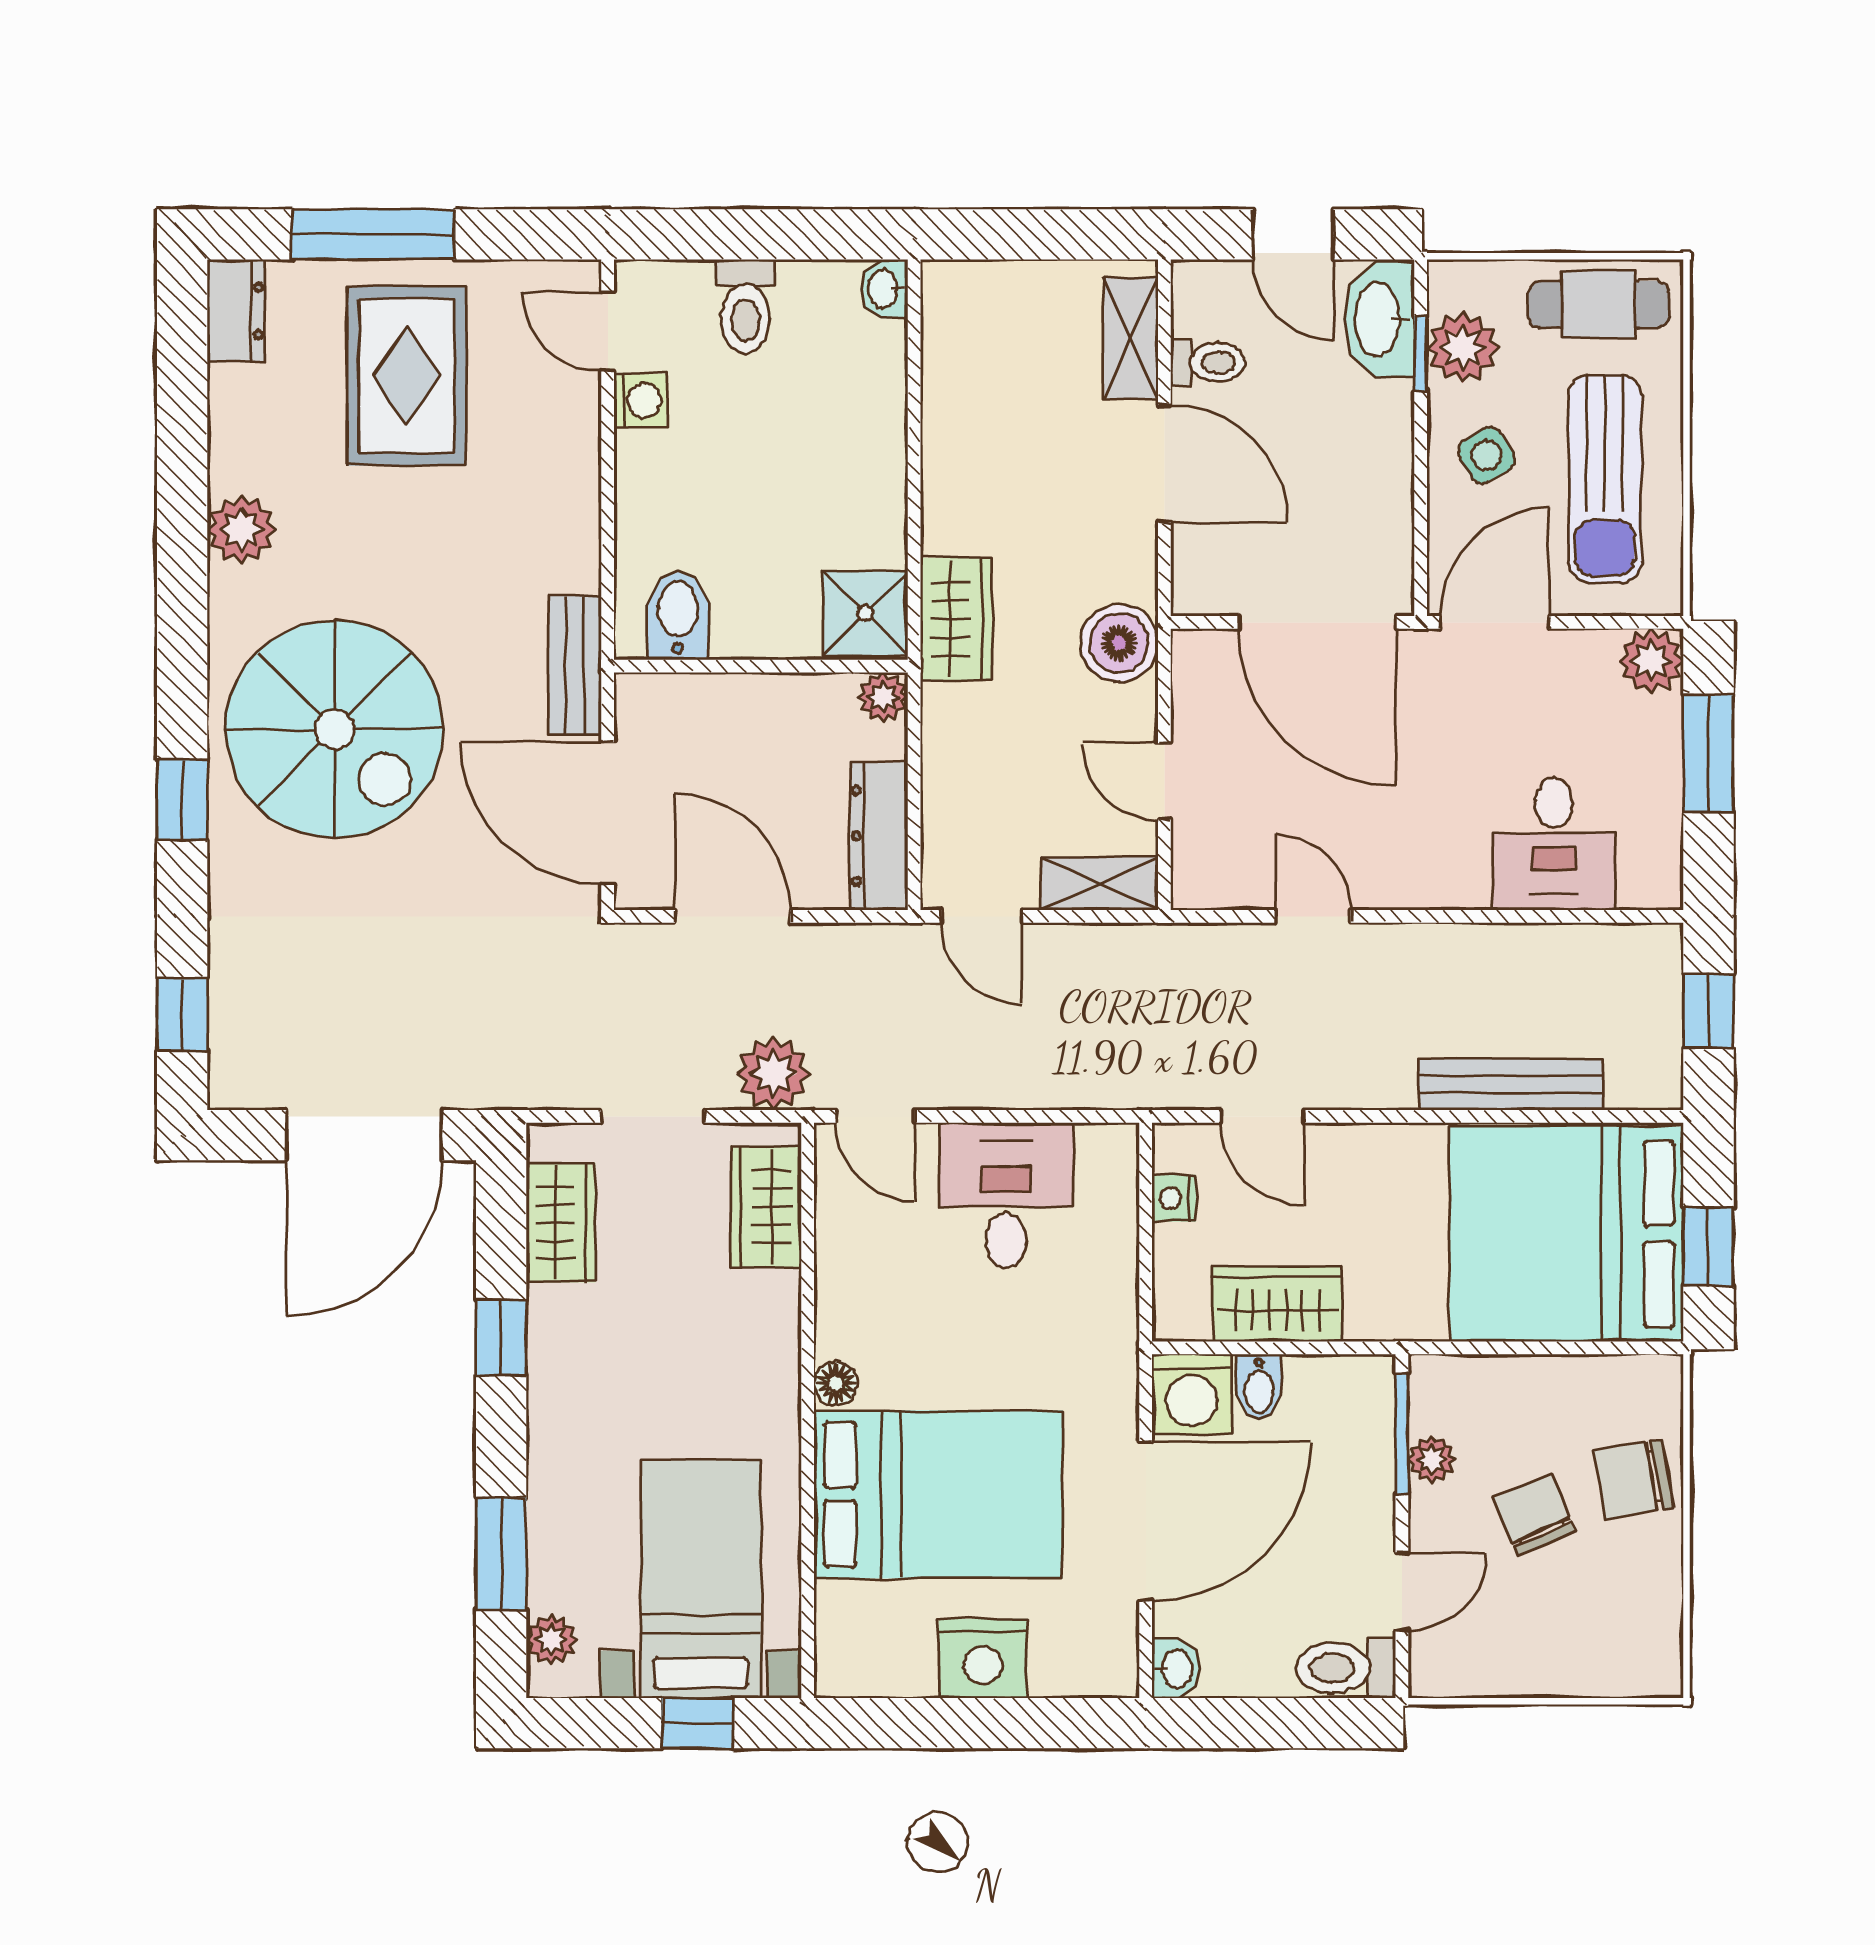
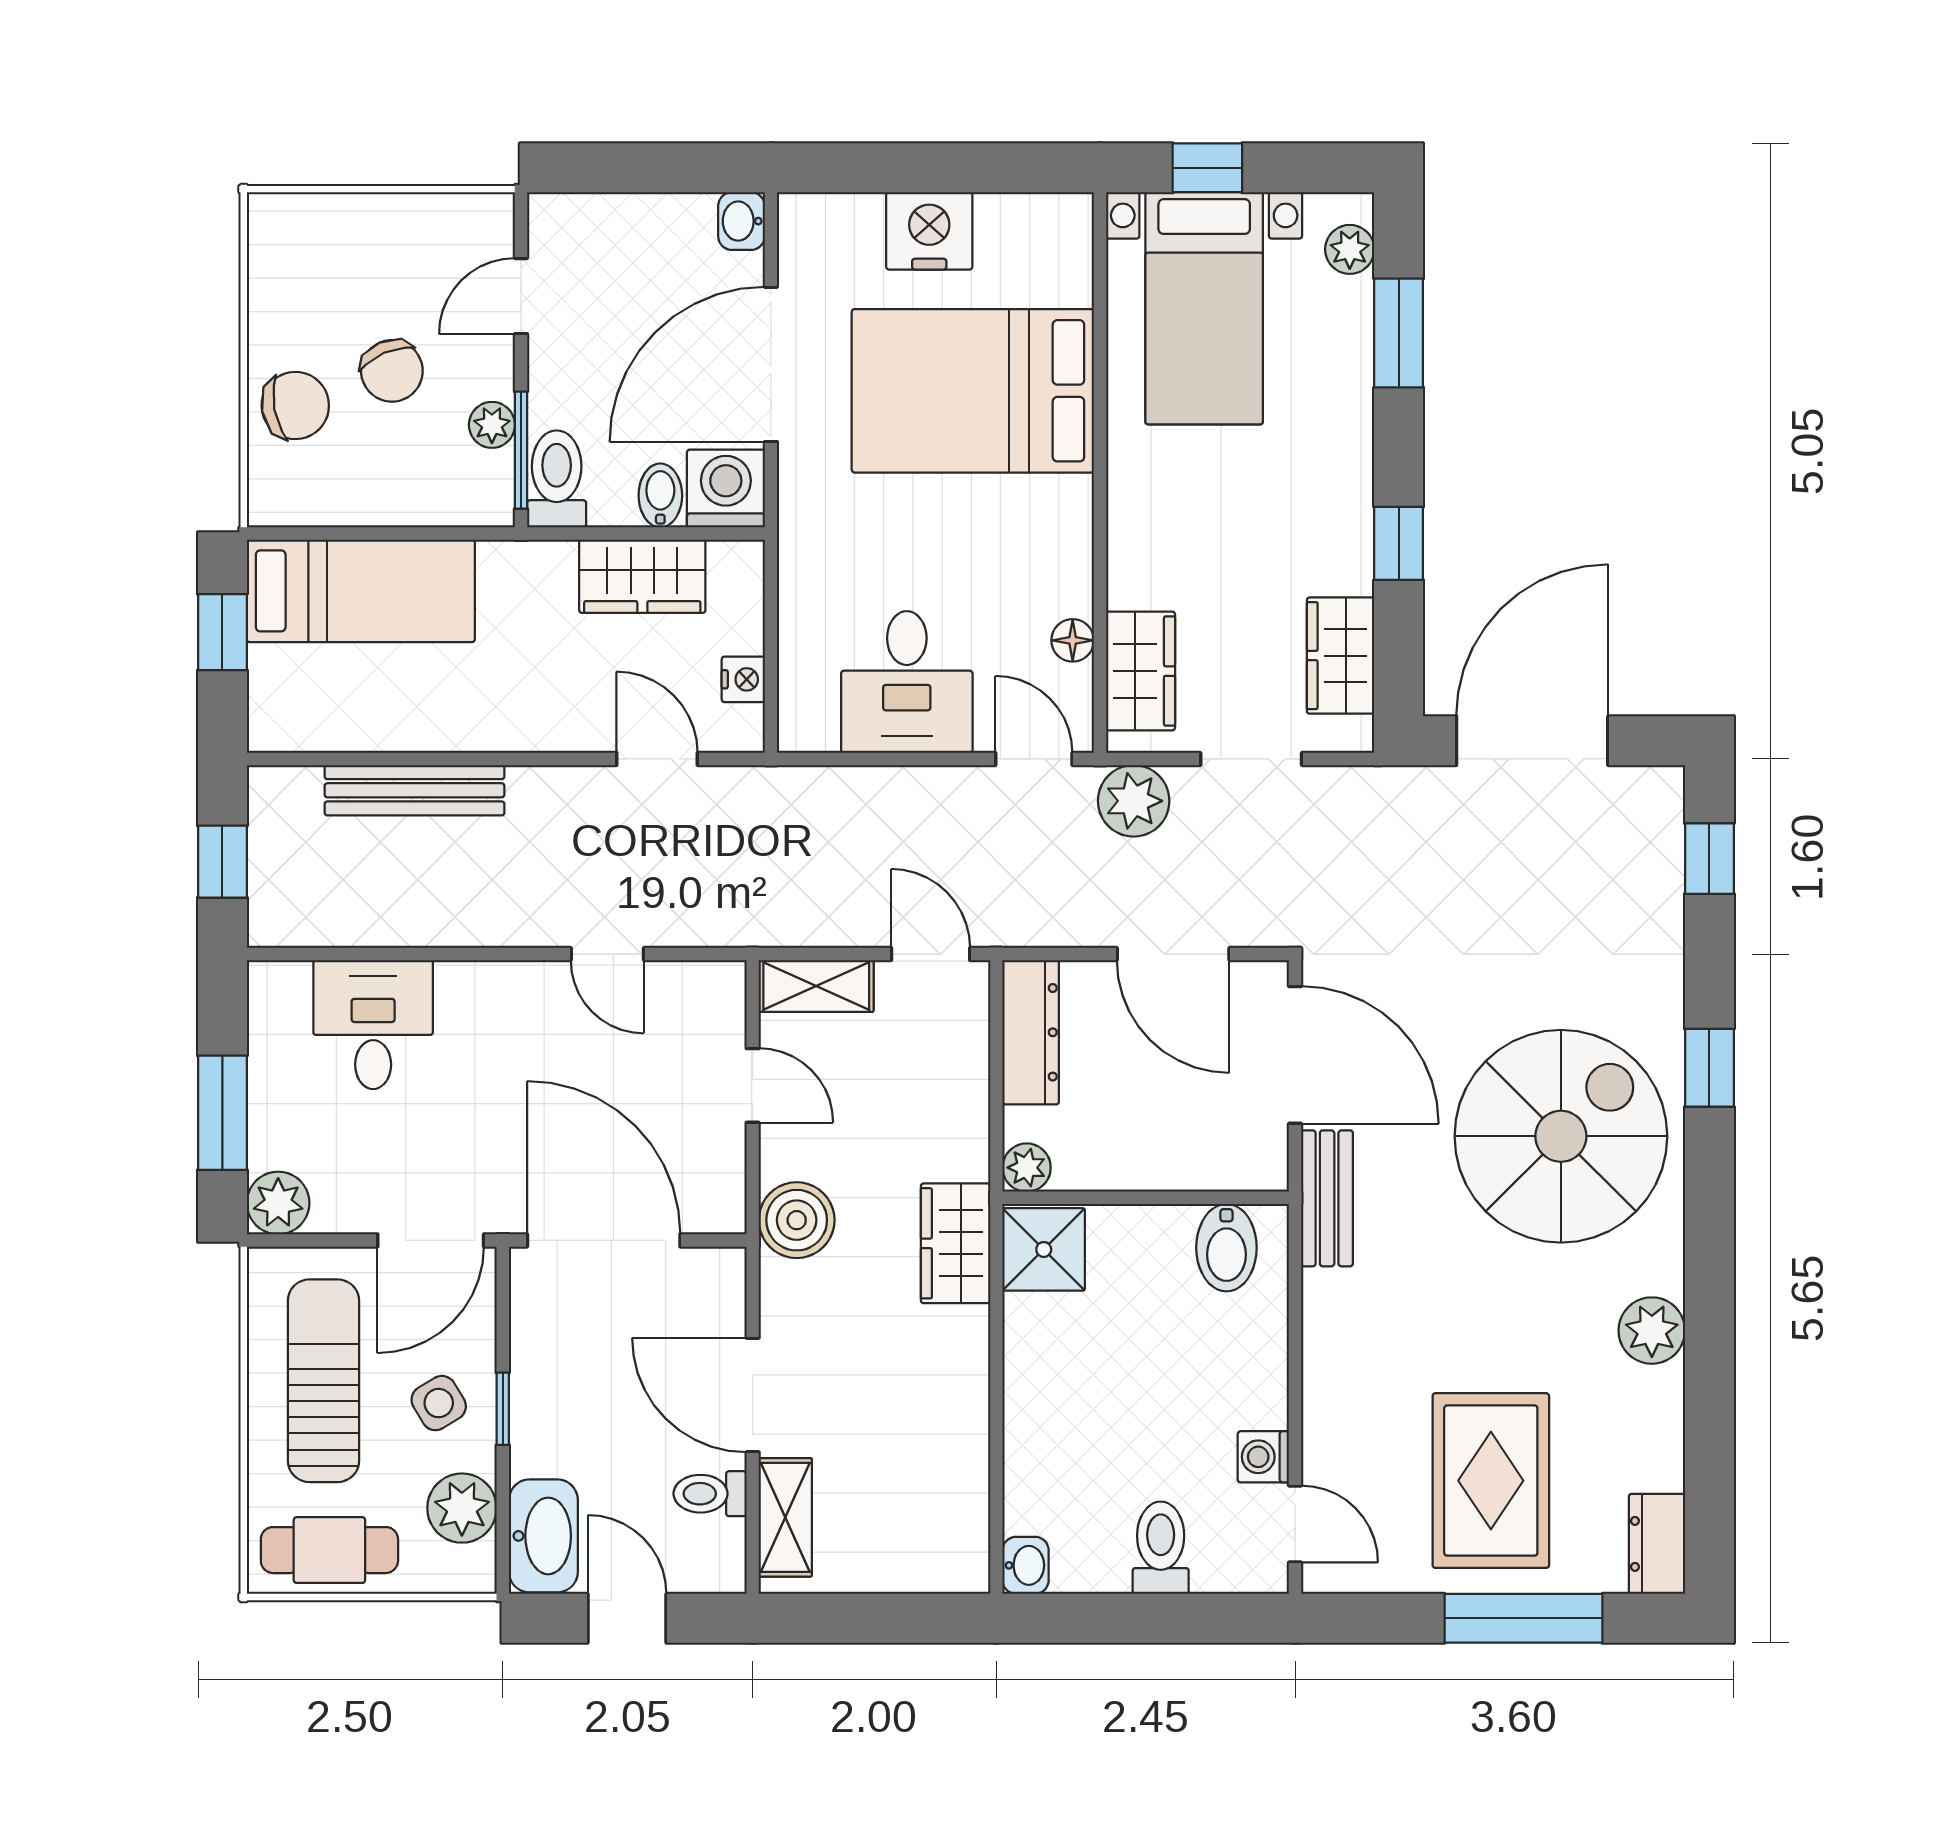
window: (1421, 354) -> (503, 1409), moved
spiral stairs: (335, 729) -> (1561, 1136), turned 90
bed: (1566, 1234) -> (361, 591), width x0.49
floor lamp: (836, 1384) -> (1073, 640), moved
toilet: (1346, 1668) -> (557, 479), moved, turned -90

